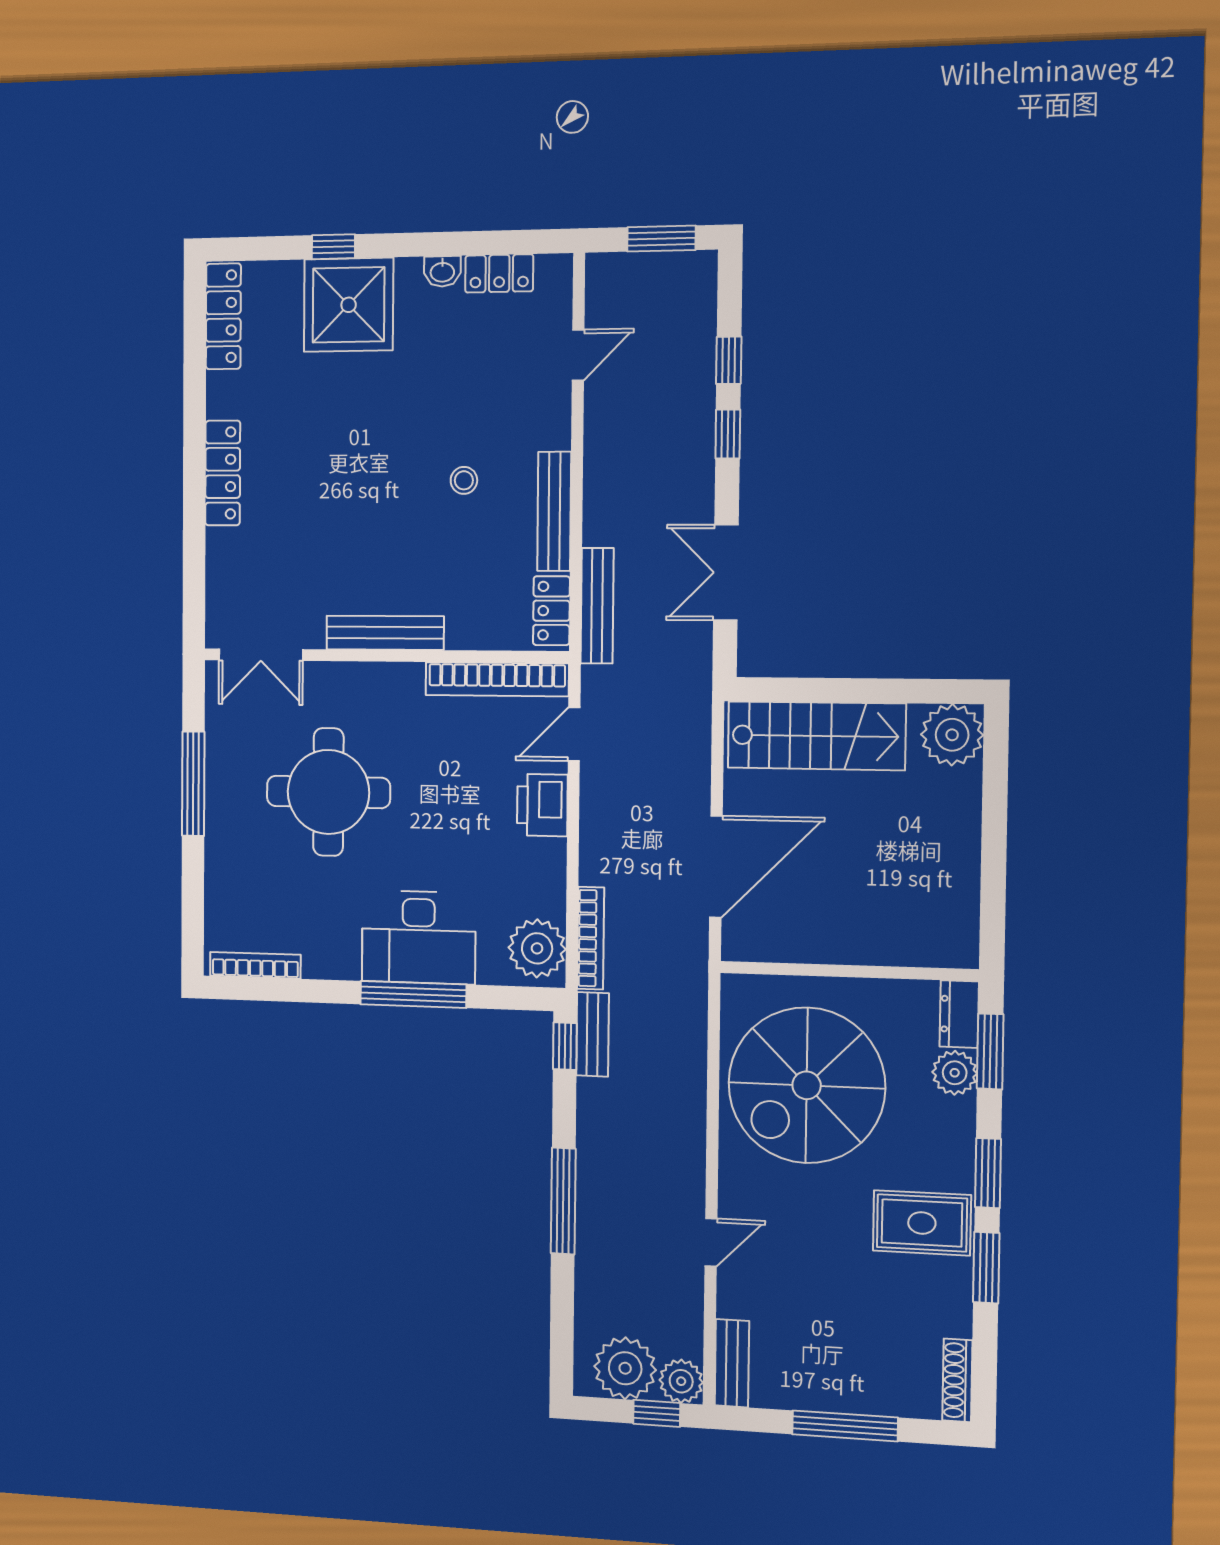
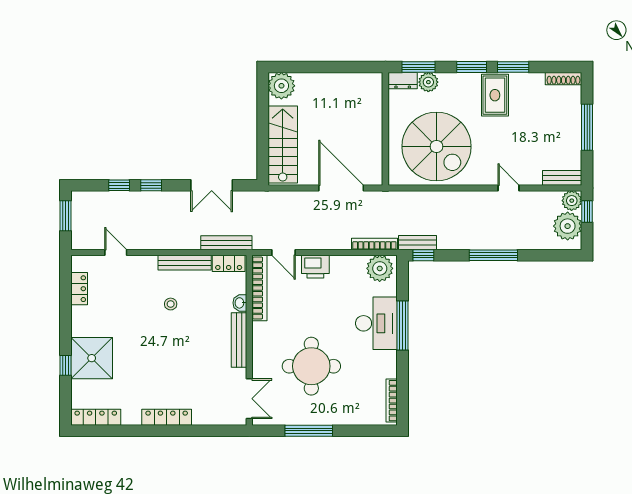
washbasin: (442, 271) -> (240, 303), moved, turned 180

